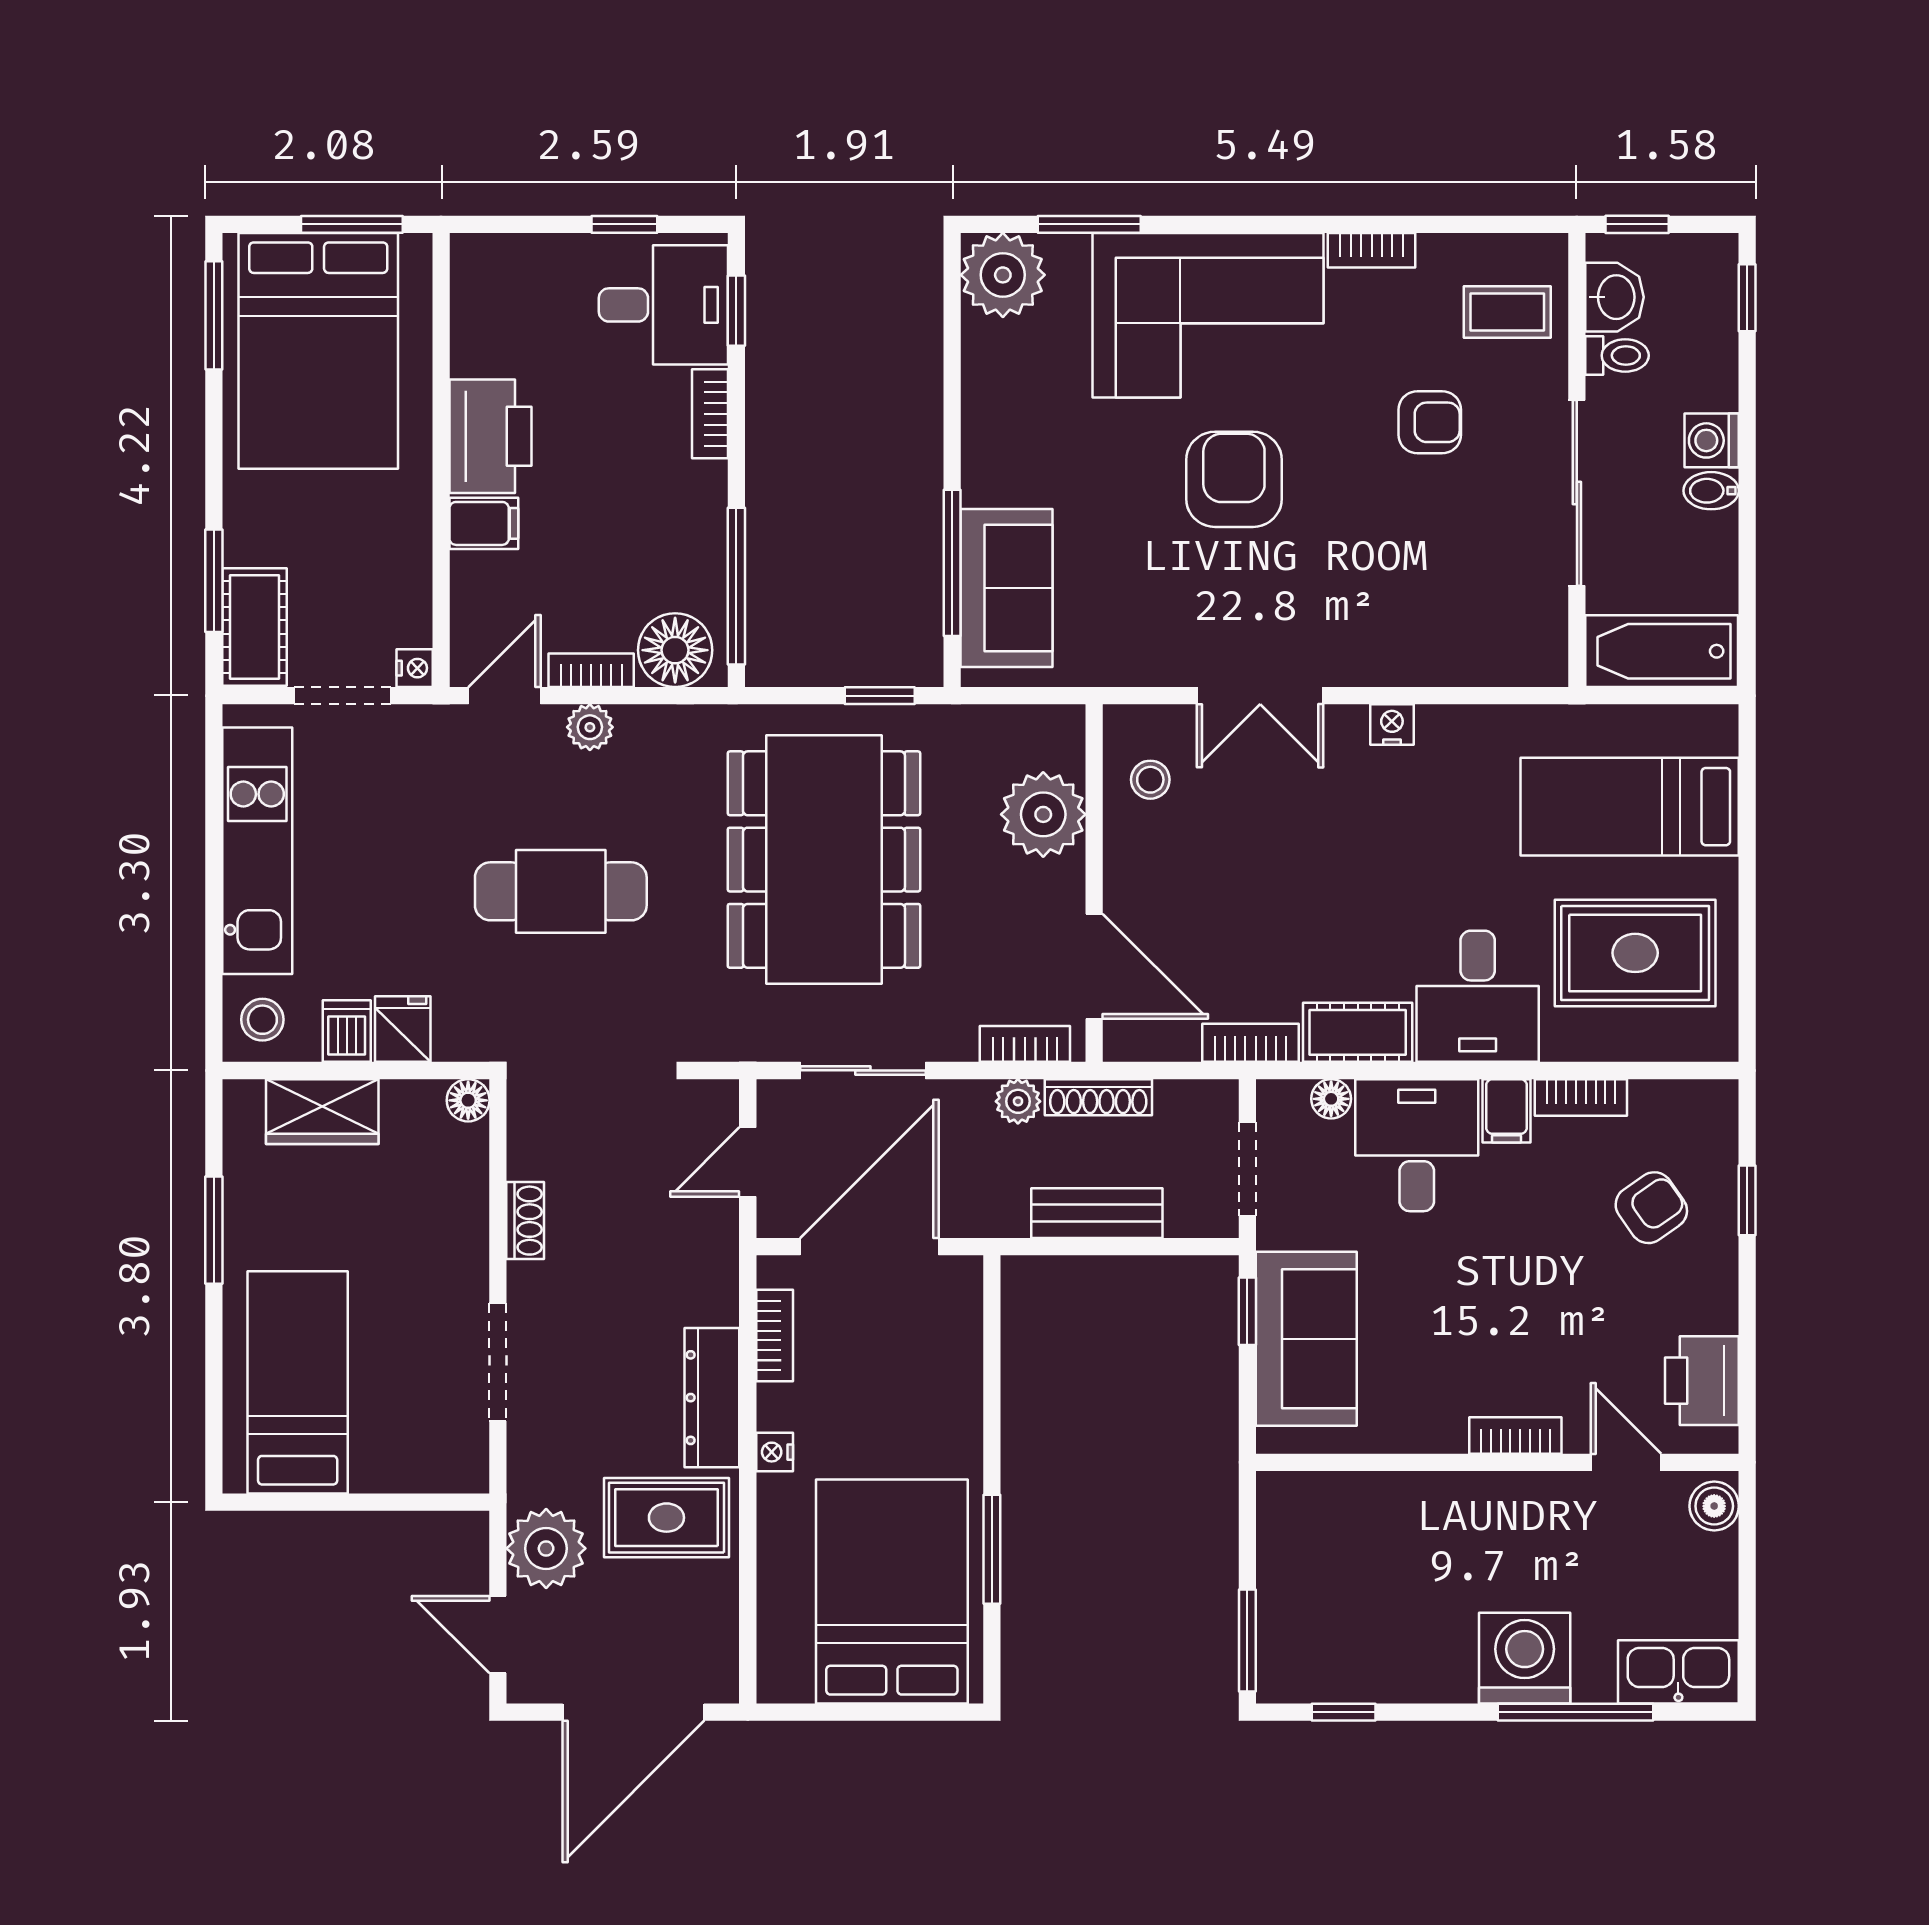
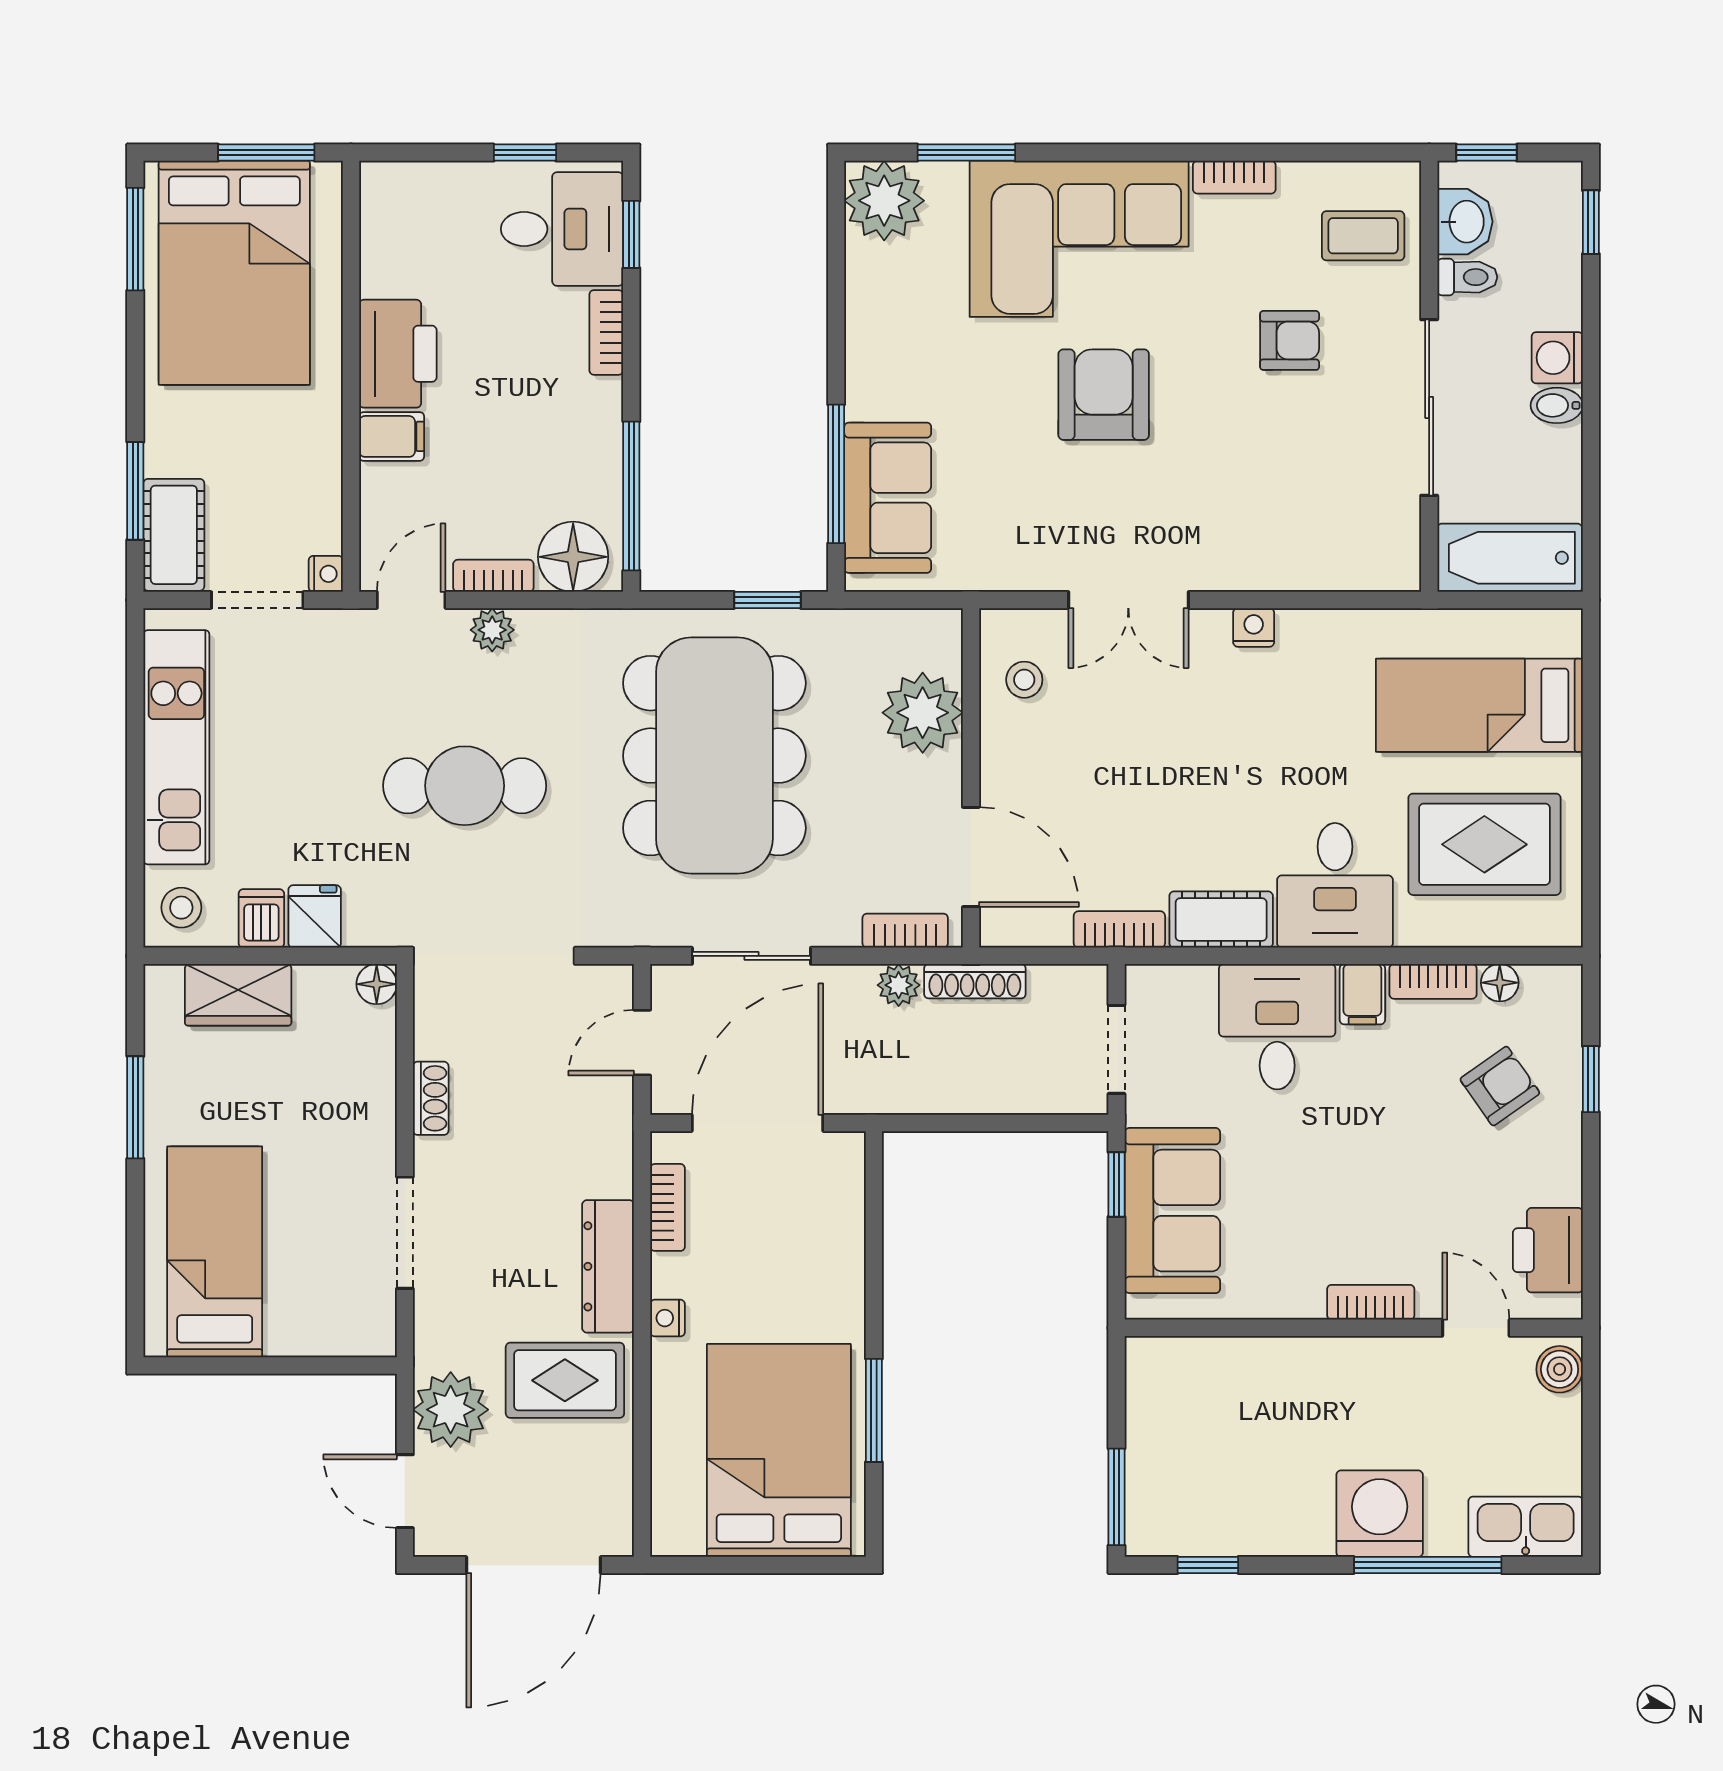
floor lamp: (1331, 1099) -> (1500, 983), moved
bench: (1097, 1213) -> (973, 1091), removed

